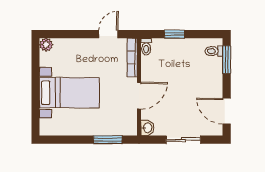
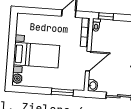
window: (174, 34) -> (106, 16), moved
plant: (46, 45) -> (17, 79), moved

